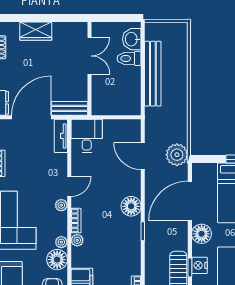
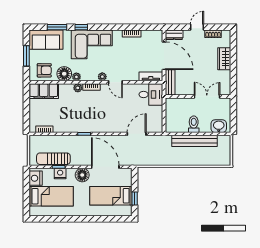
double door: (90, 56) -> (207, 97), swing flipped
toilet: (129, 58) -> (194, 124), moved
plant: (177, 155) -> (138, 158), removed
floor lamp: (131, 206) -> (102, 126), removed

